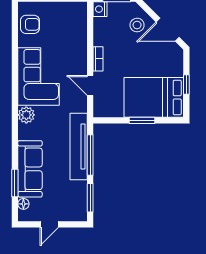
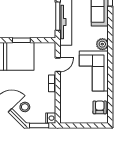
armchair: (30, 24) -> (100, 107), turned 90
door: (90, 85) -> (58, 65), hinge flipped

